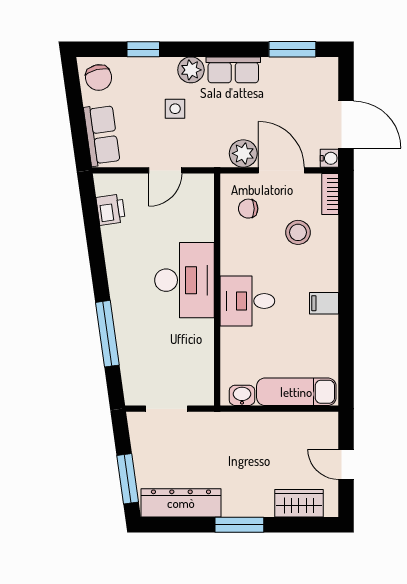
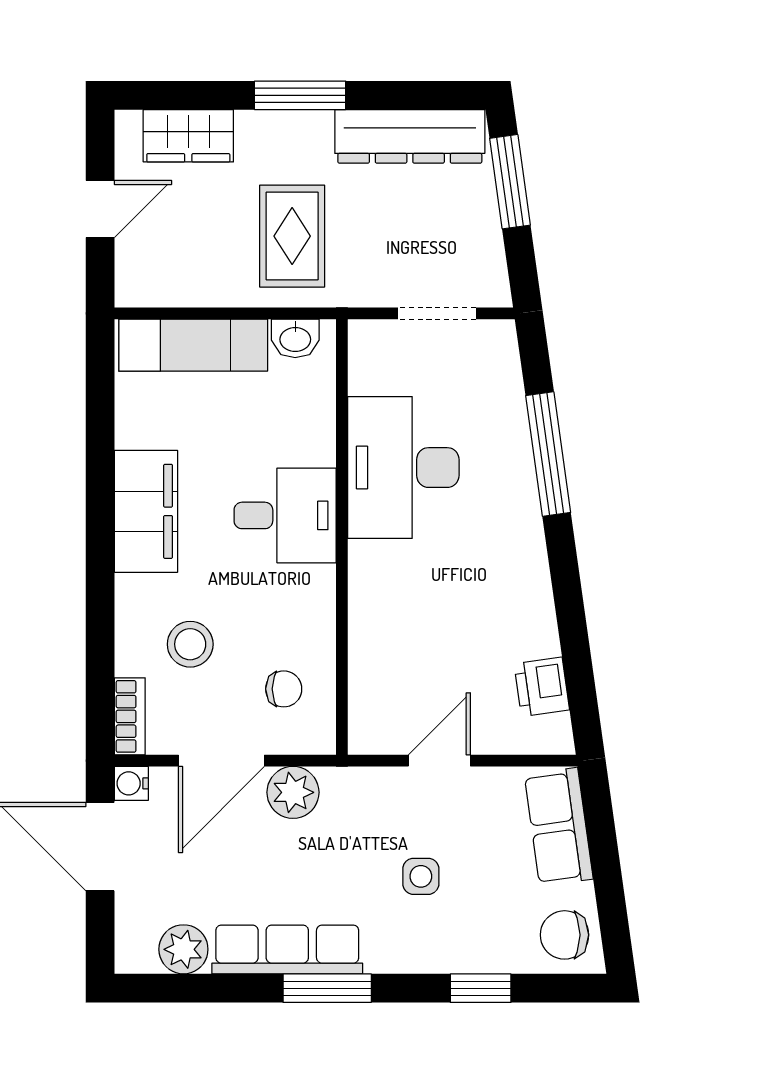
window: (292, 49) -> (327, 988), moved
plant: (191, 70) -> (183, 949), moved
row of seats: (233, 70) -> (287, 949), width x1.48
chair: (99, 78) -> (565, 935), turned -76
door: (281, 170) -> (221, 761), hinge flipped
desk: (184, 280) -> (403, 468), moved
filing cabinet: (324, 303) -> (146, 511), width x3.00, depth x1.17
rug: (244, 450) -> (292, 236), added
door: (346, 464) -> (100, 209), hinge flipped

